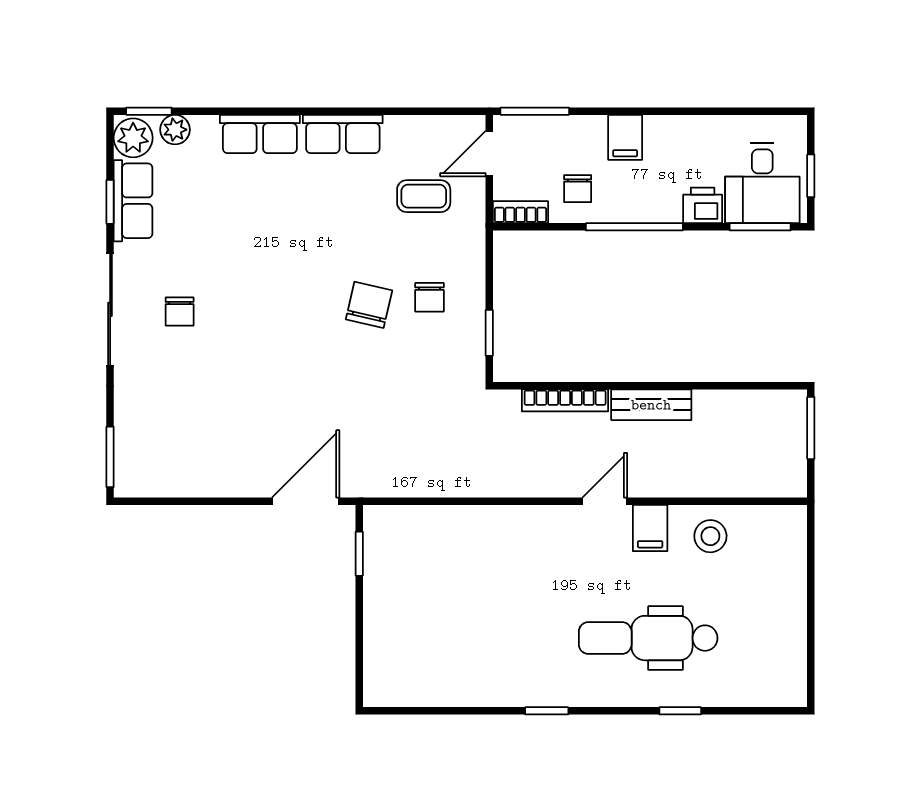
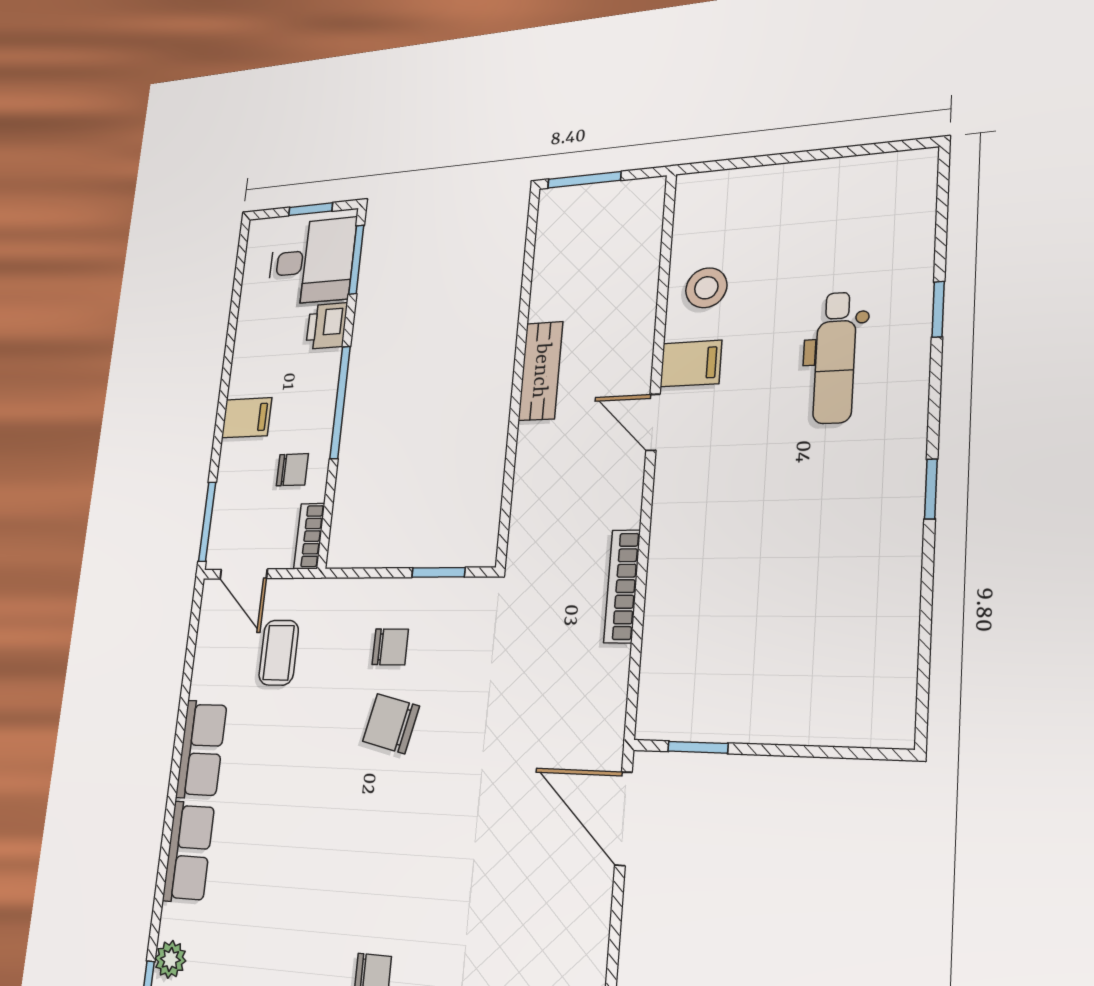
bookcase: (565, 400) -> (622, 586), moved, turned 180
dental chair: (648, 638) -> (835, 358), width x0.73, depth x0.72

